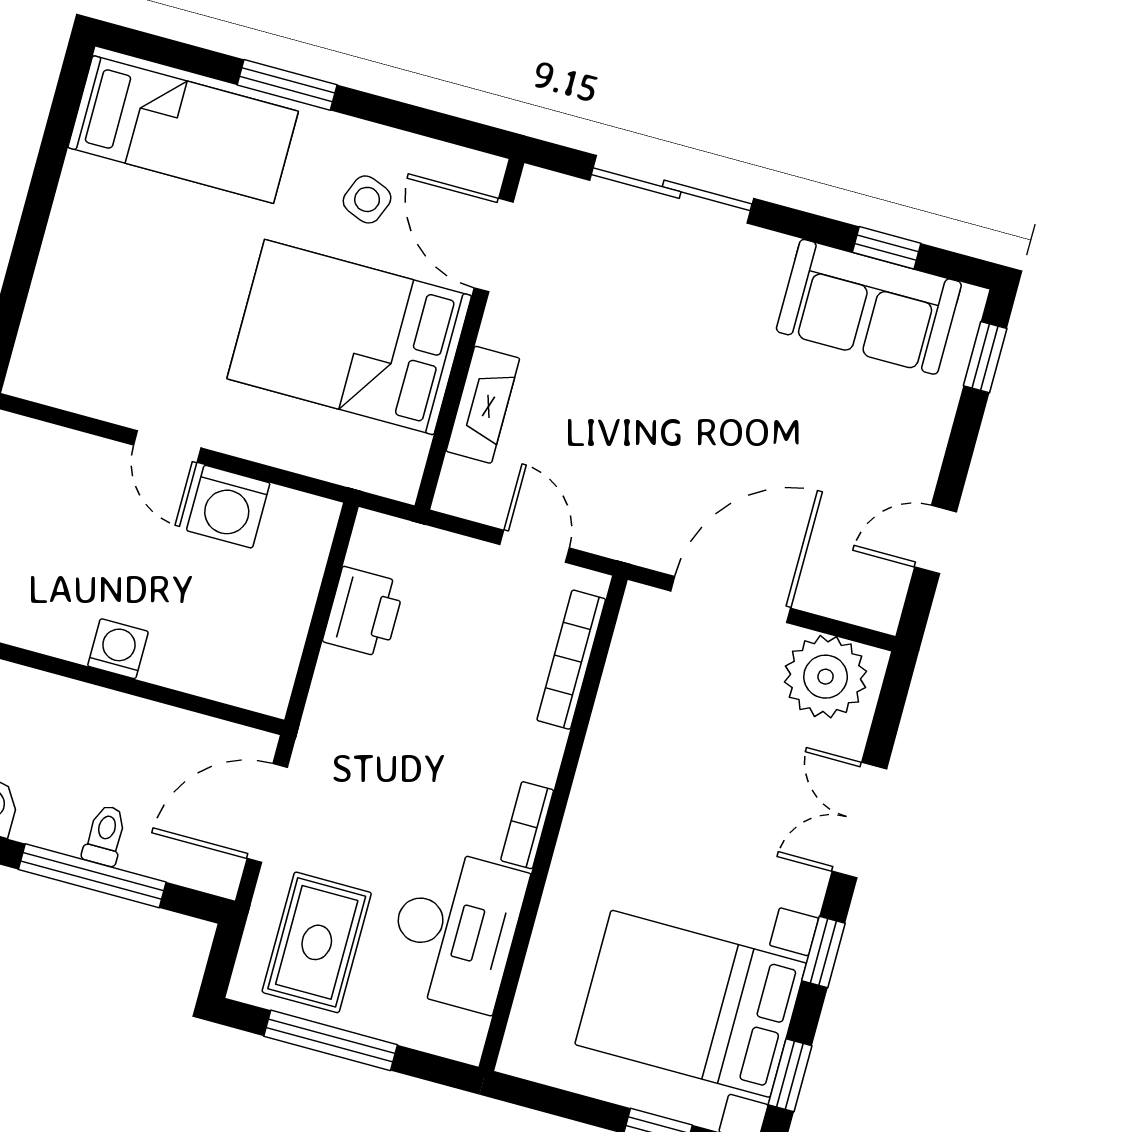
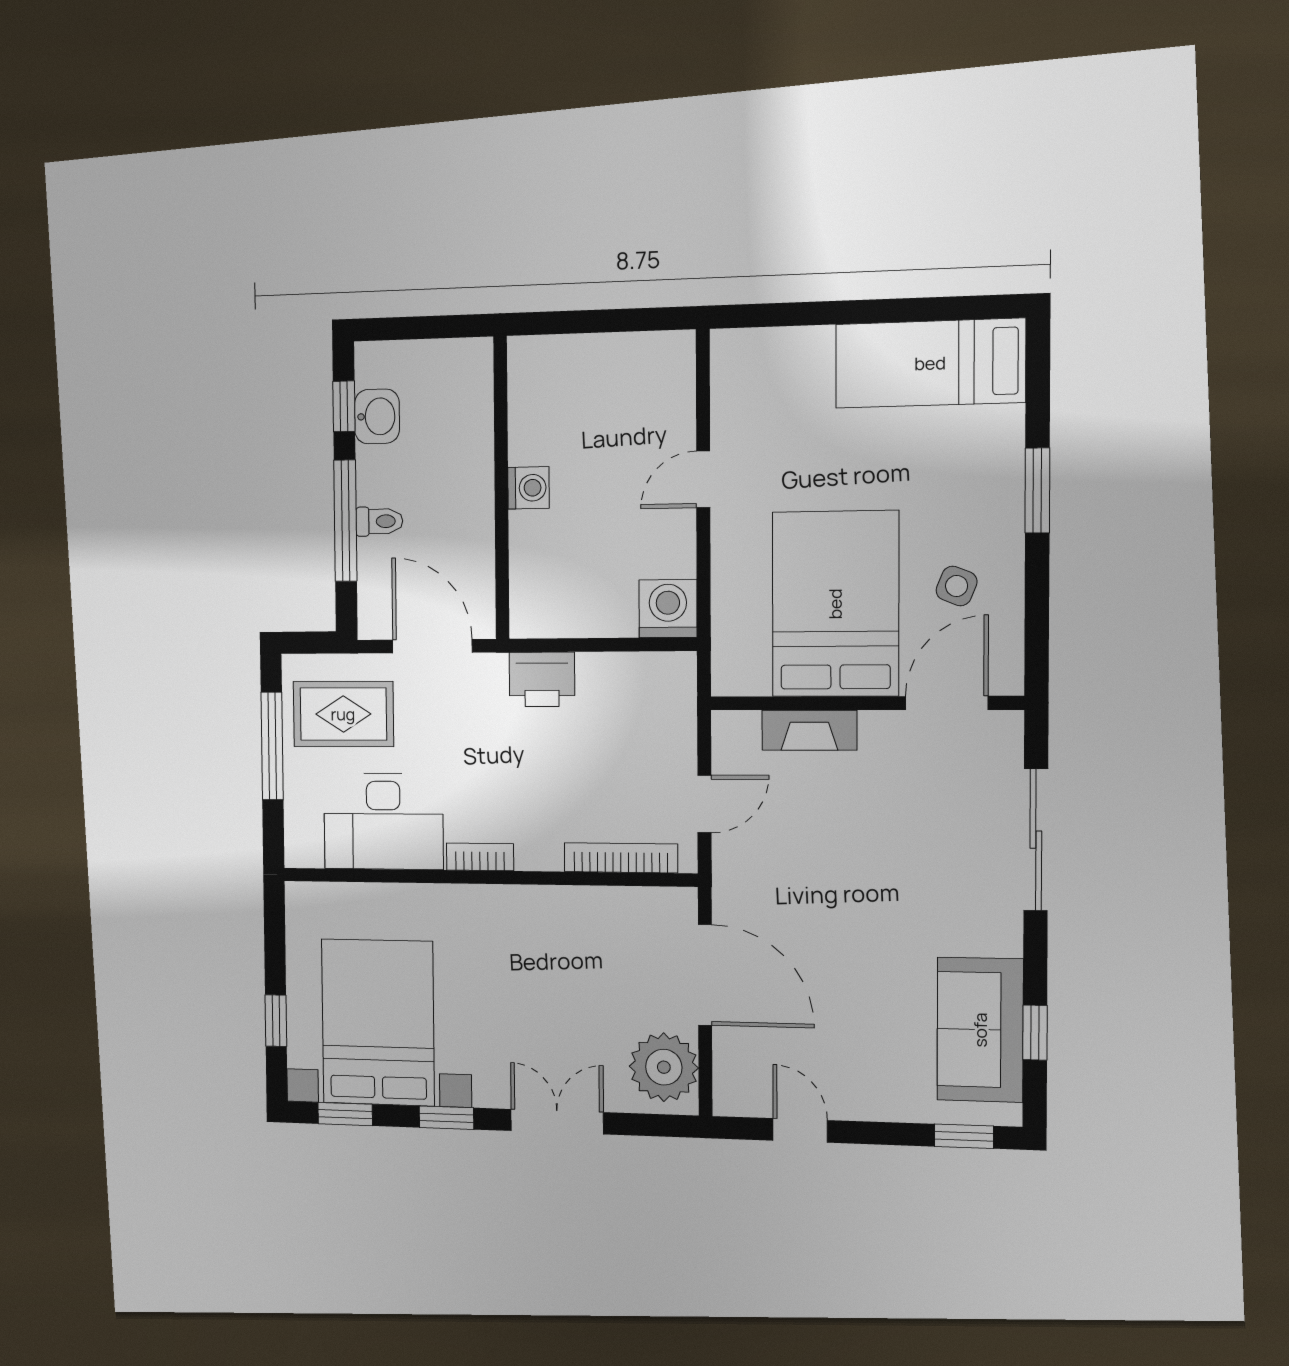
bed: (183, 129) -> (930, 363), moved, turned 90
washing machine: (228, 507) -> (668, 609), moved, turned 90
printer: (364, 612) -> (542, 679), moved

